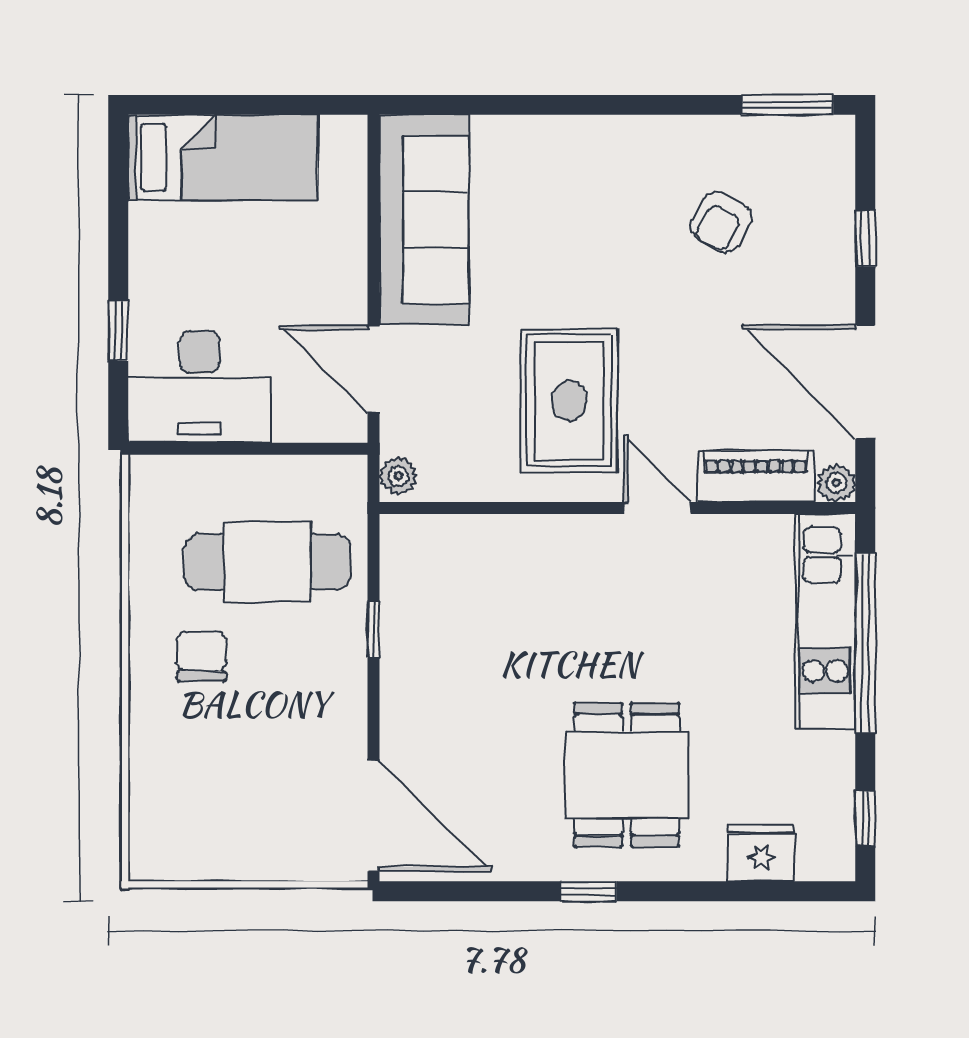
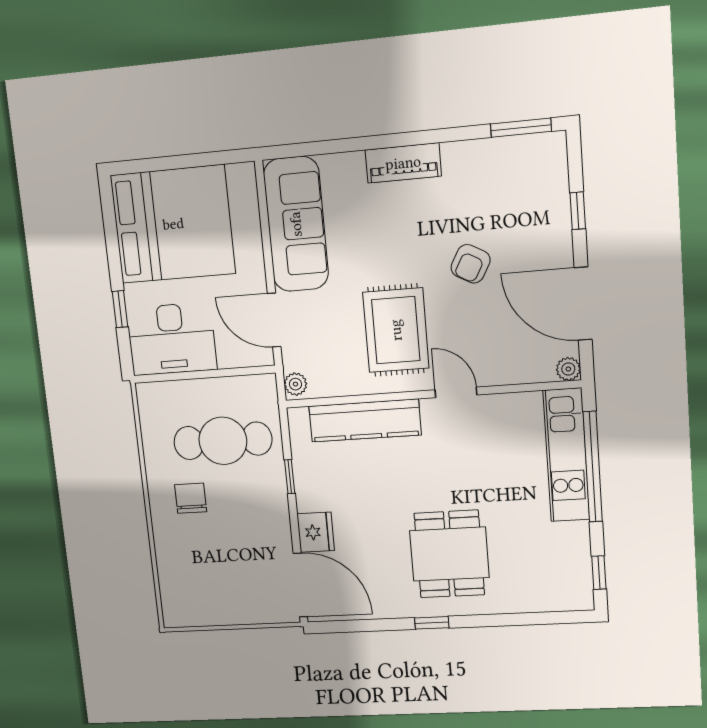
bed: (223, 157) -> (173, 224), width x2.04
armchair: (721, 222) -> (471, 264), moved
piano: (756, 476) -> (403, 163), moved, turned 180
kitchen counter: (507, 544) -> (365, 421), added
fridge: (761, 853) -> (316, 532), moved, turned 90

